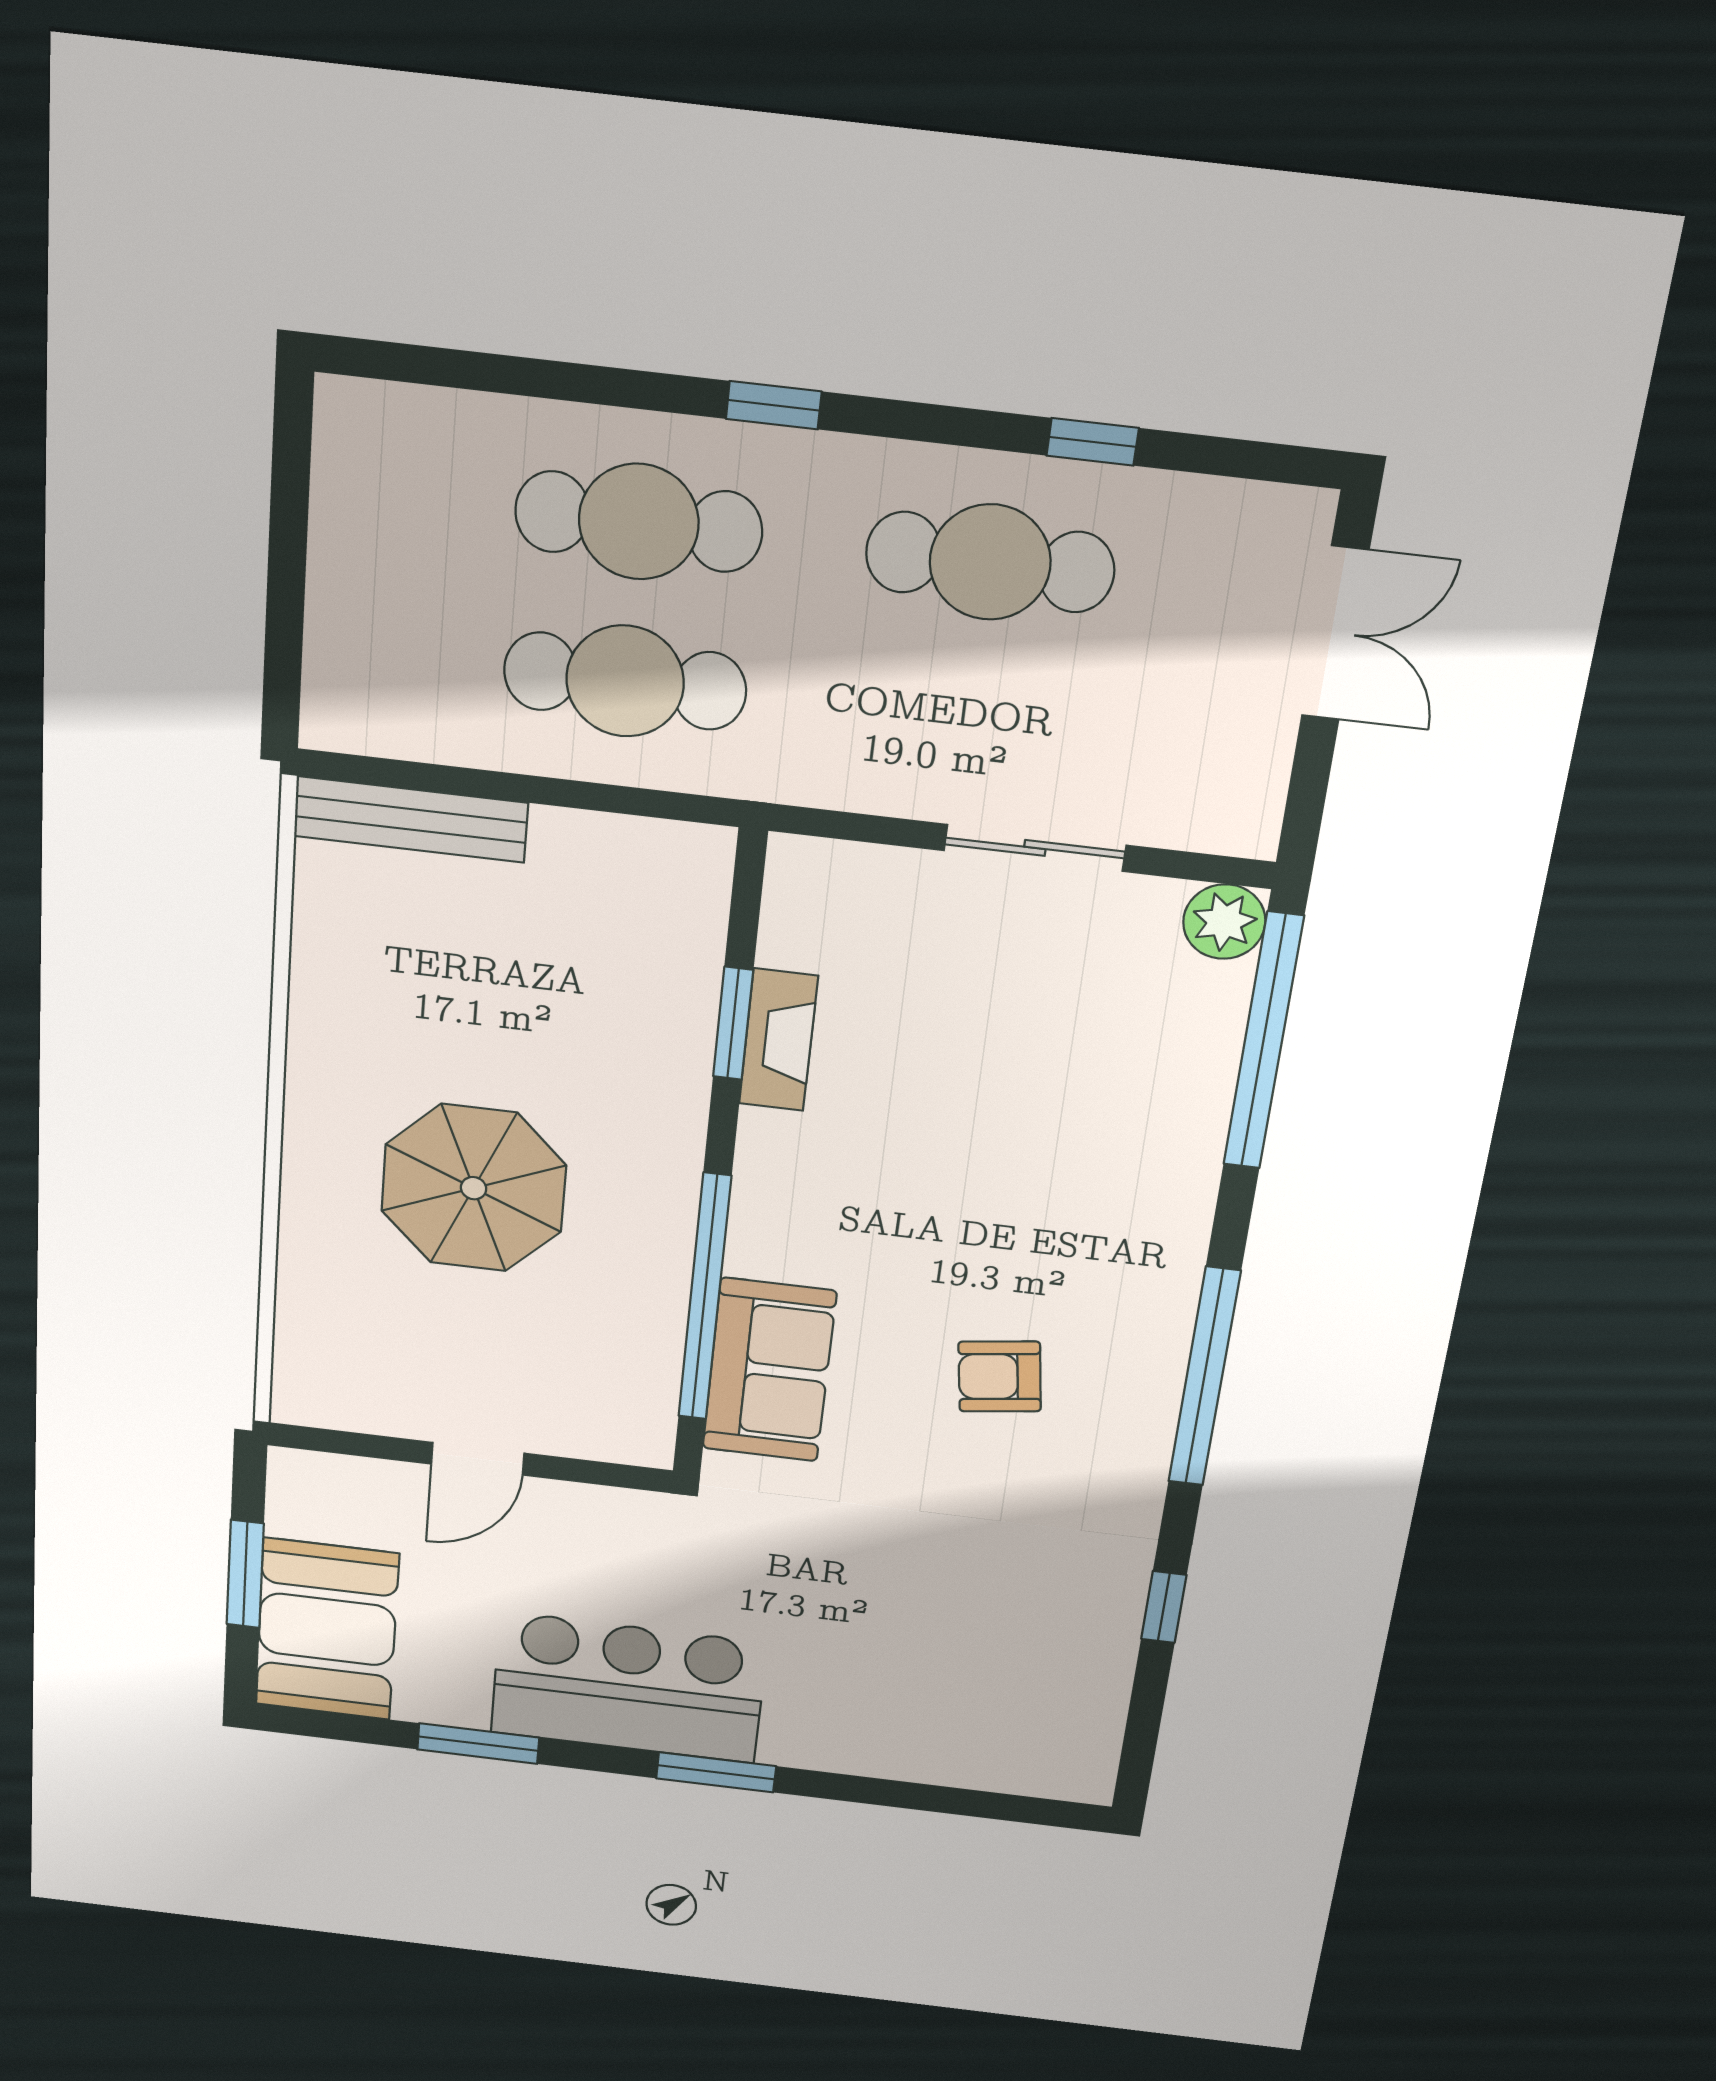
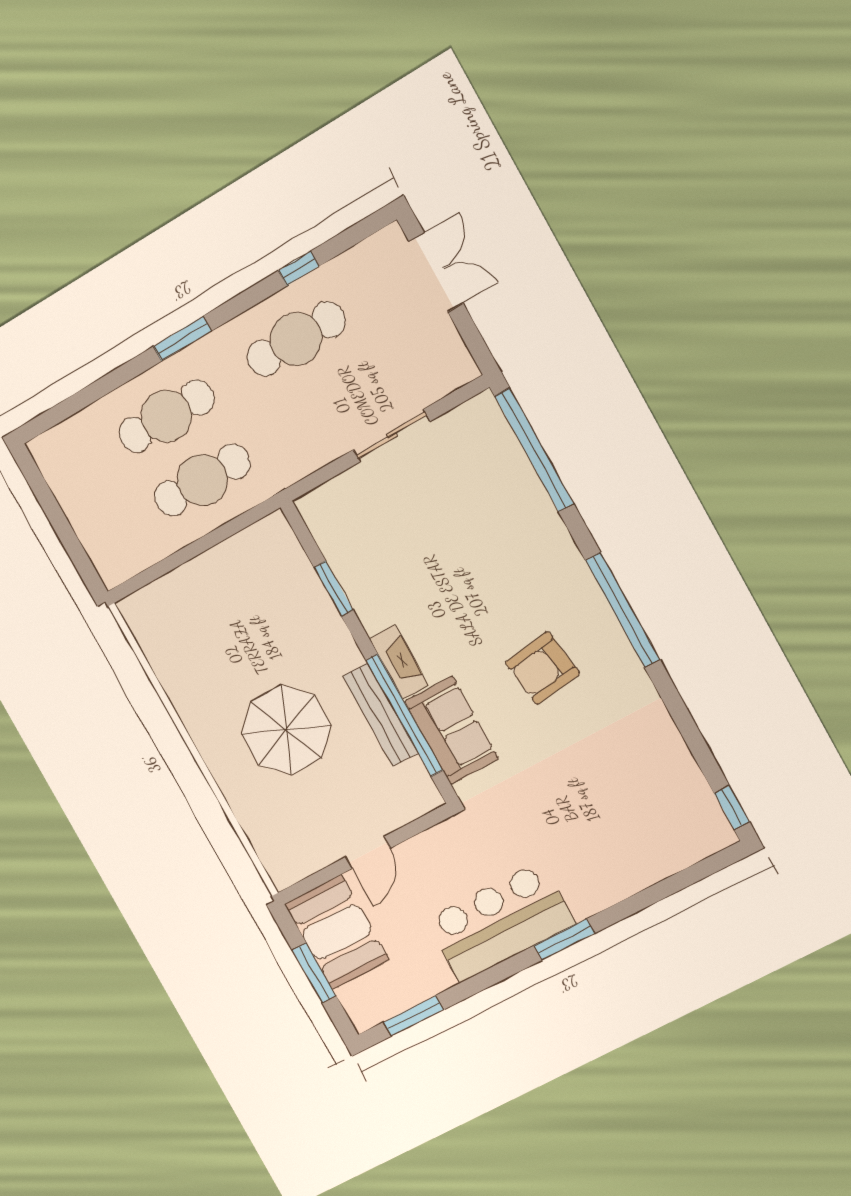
window: (774, 405) -> (182, 339), width x1.50
bench: (411, 819) -> (380, 715), moved, turned 90
plant: (1224, 922) -> (482, 413), removed
fireplace: (778, 1040) -> (399, 662), moved
armchair: (1000, 1377) -> (542, 668), width x1.38, depth x1.38
window: (1164, 1607) -> (732, 808), moved
booth: (327, 1629) -> (337, 932), moved
window: (478, 1744) -> (413, 1016), moved

